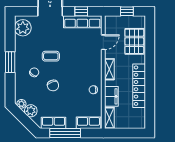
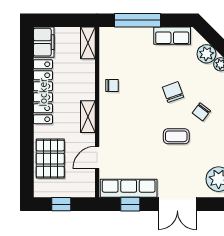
filing cabinet: (111, 96) -> (44, 42), moved, turned 180
row of seats: (88, 123) -> (119, 36), removed
window: (65, 133) -> (137, 20), moved

